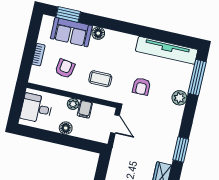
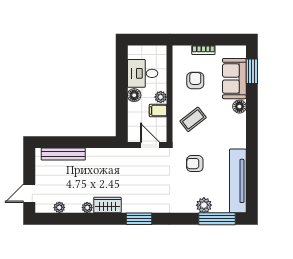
armchair: (65, 69) -> (195, 80), turned -99
coffee table: (100, 79) -> (193, 119), turned 52
plant: (179, 98) -> (204, 205), moved
desk: (36, 108) -> (143, 73), moved, turned -90
door: (115, 124) -> (150, 145), swing flipped

